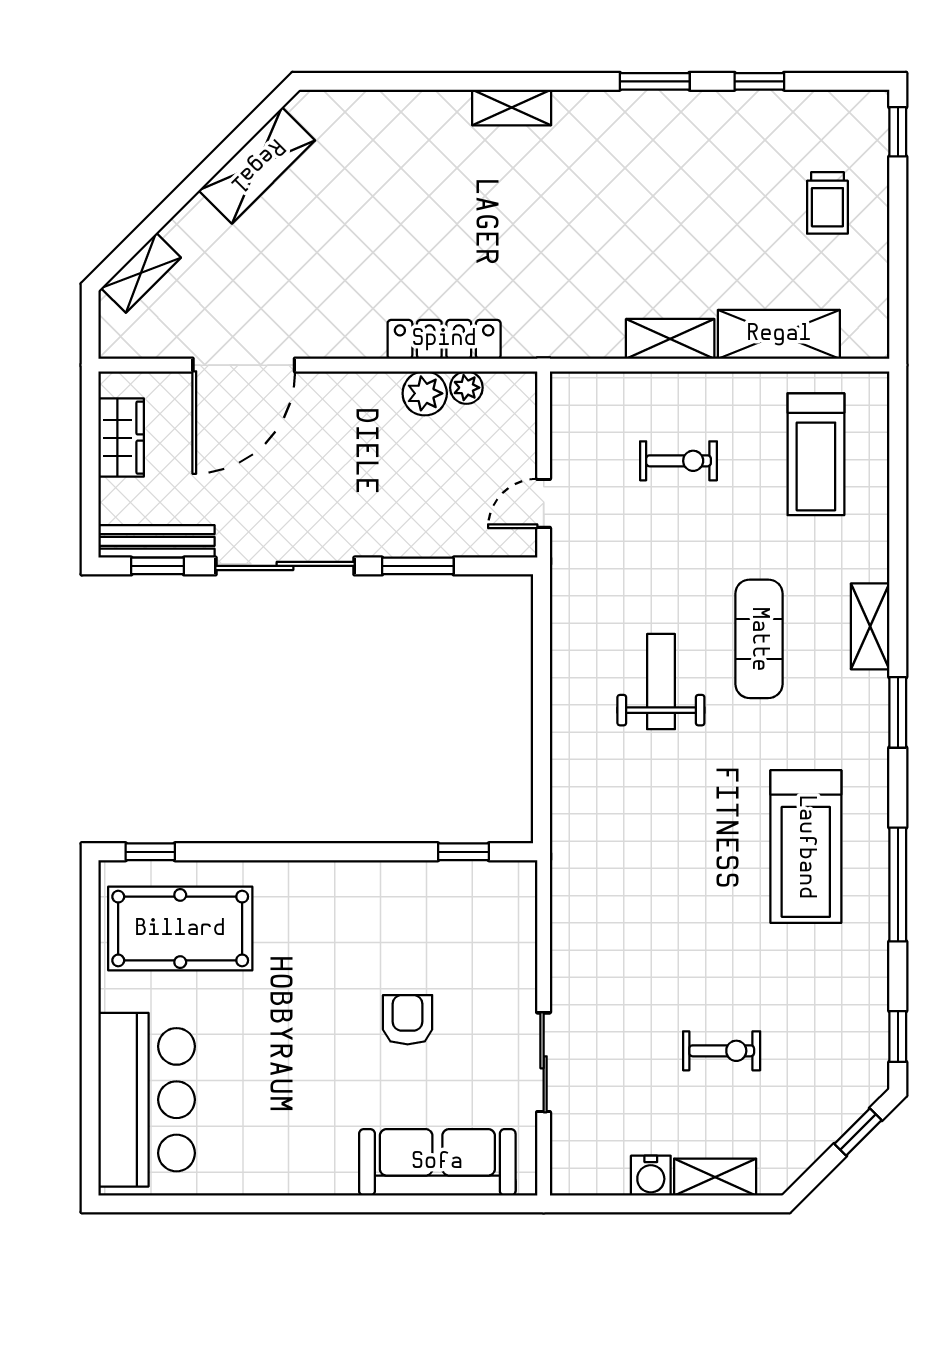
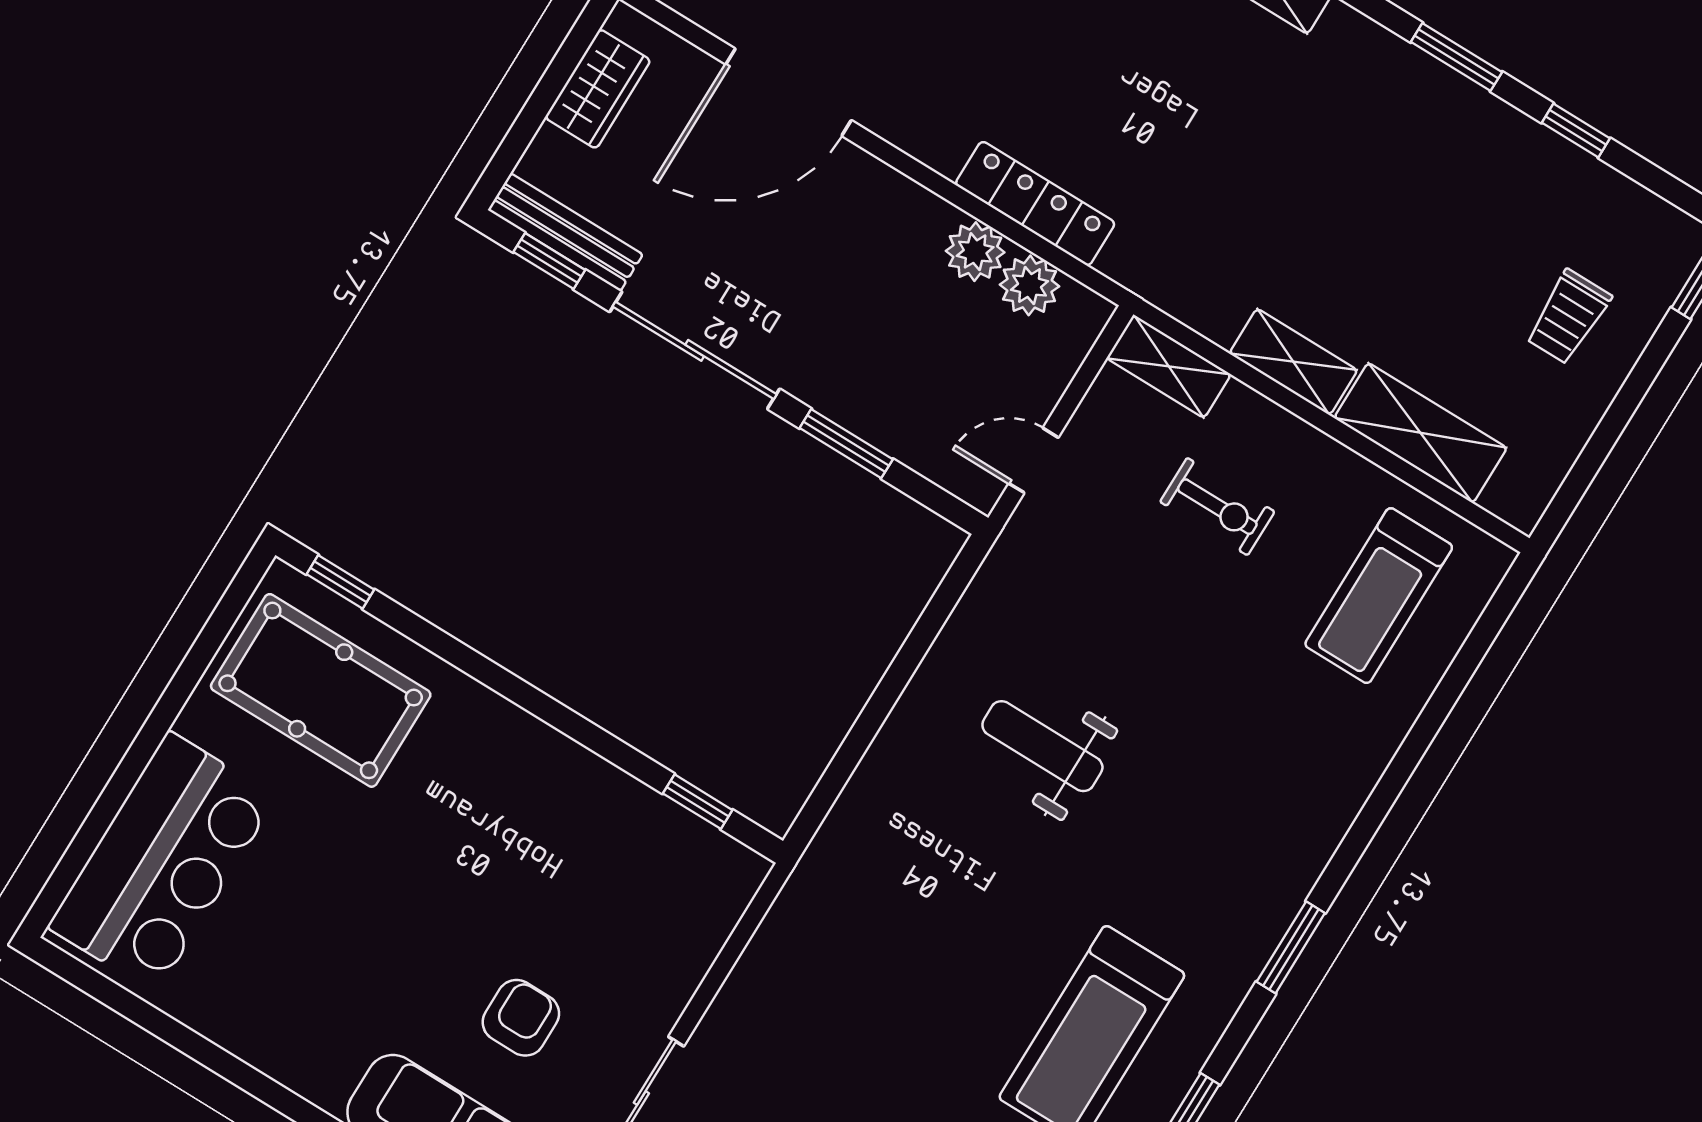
plant: (466, 388) -> (1029, 285), width x1.38, depth x1.38
shelving: (870, 626) -> (1169, 366), moved, turned 90
exercise mat: (759, 639) -> (1184, 766), removed
weight bench: (661, 682) -> (1042, 746), turned -90
armchair: (408, 1020) -> (521, 1018), moved

